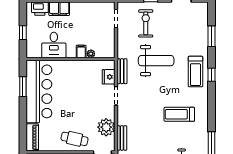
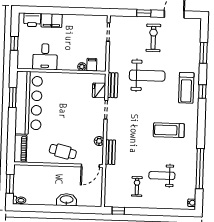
exercise bike: (146, 23) -> (153, 38), moved
filing cabinet: (81, 51) -> (92, 65), moved
plant: (106, 127) -> (99, 141), width x0.53, depth x0.53

